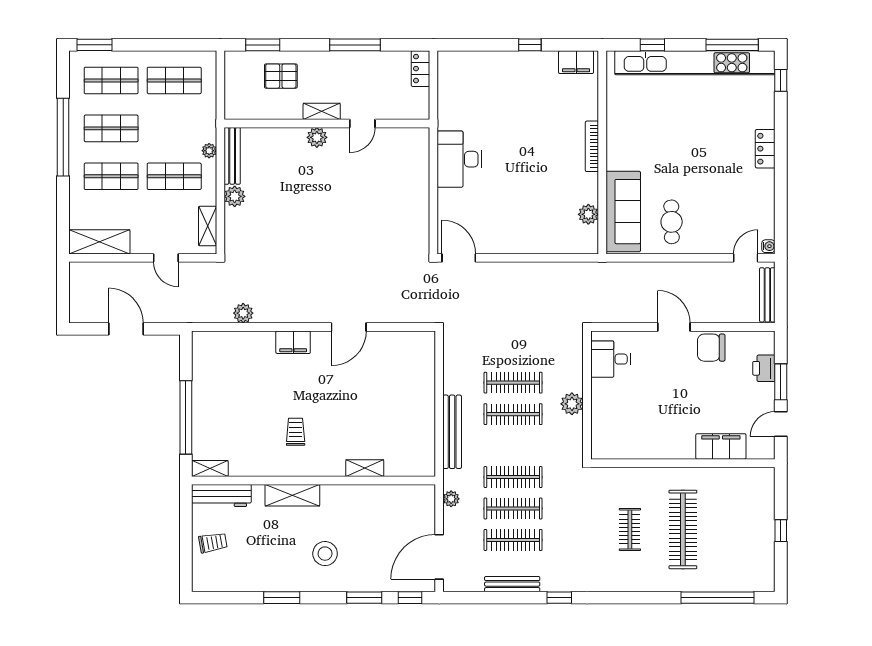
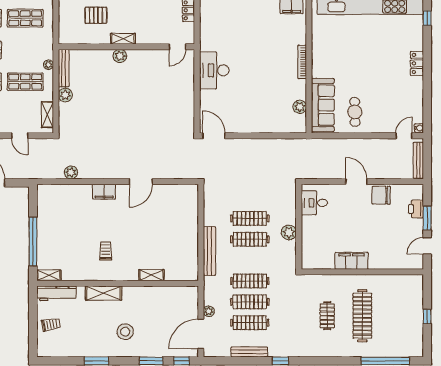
door: (362, 124) -> (177, 47), moved
filing cabinet: (721, 446) -> (352, 261), moved
plant: (451, 499) -> (209, 311), moved

